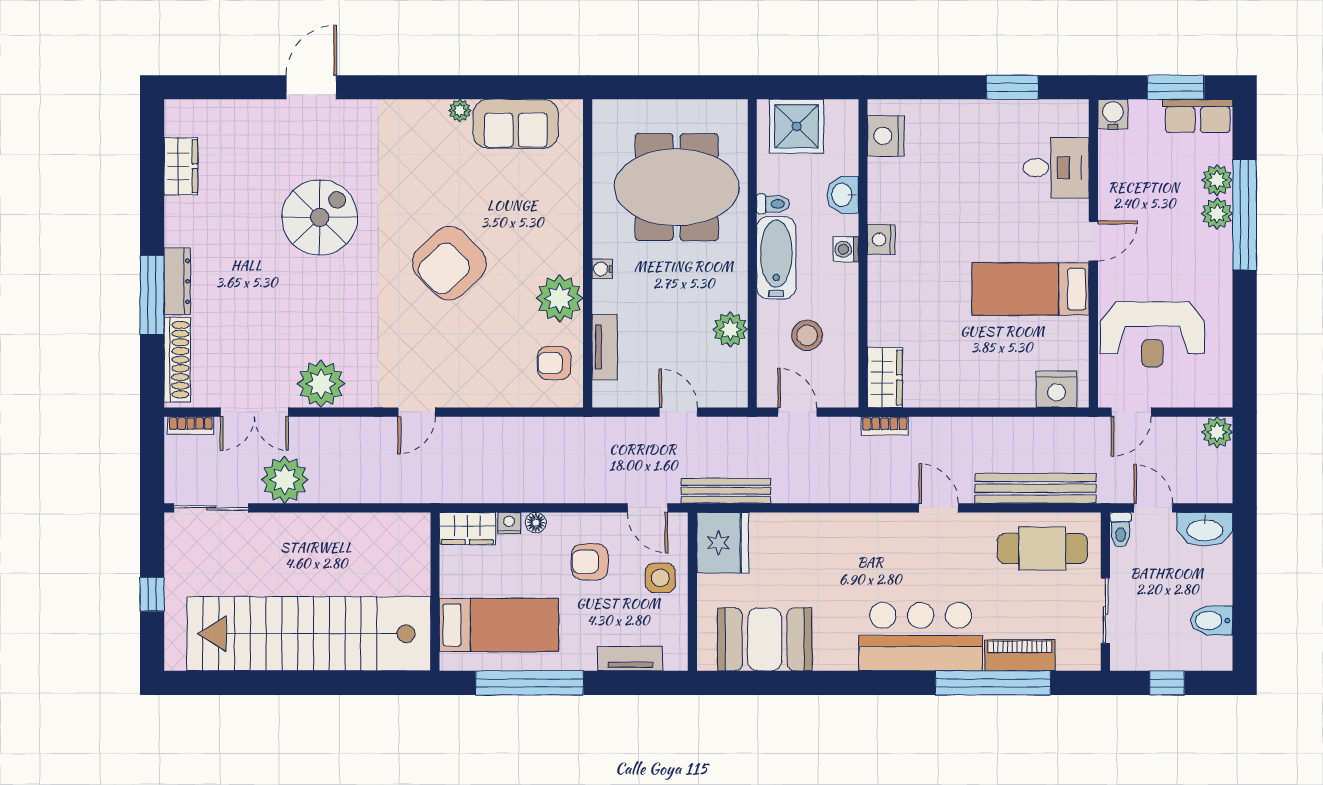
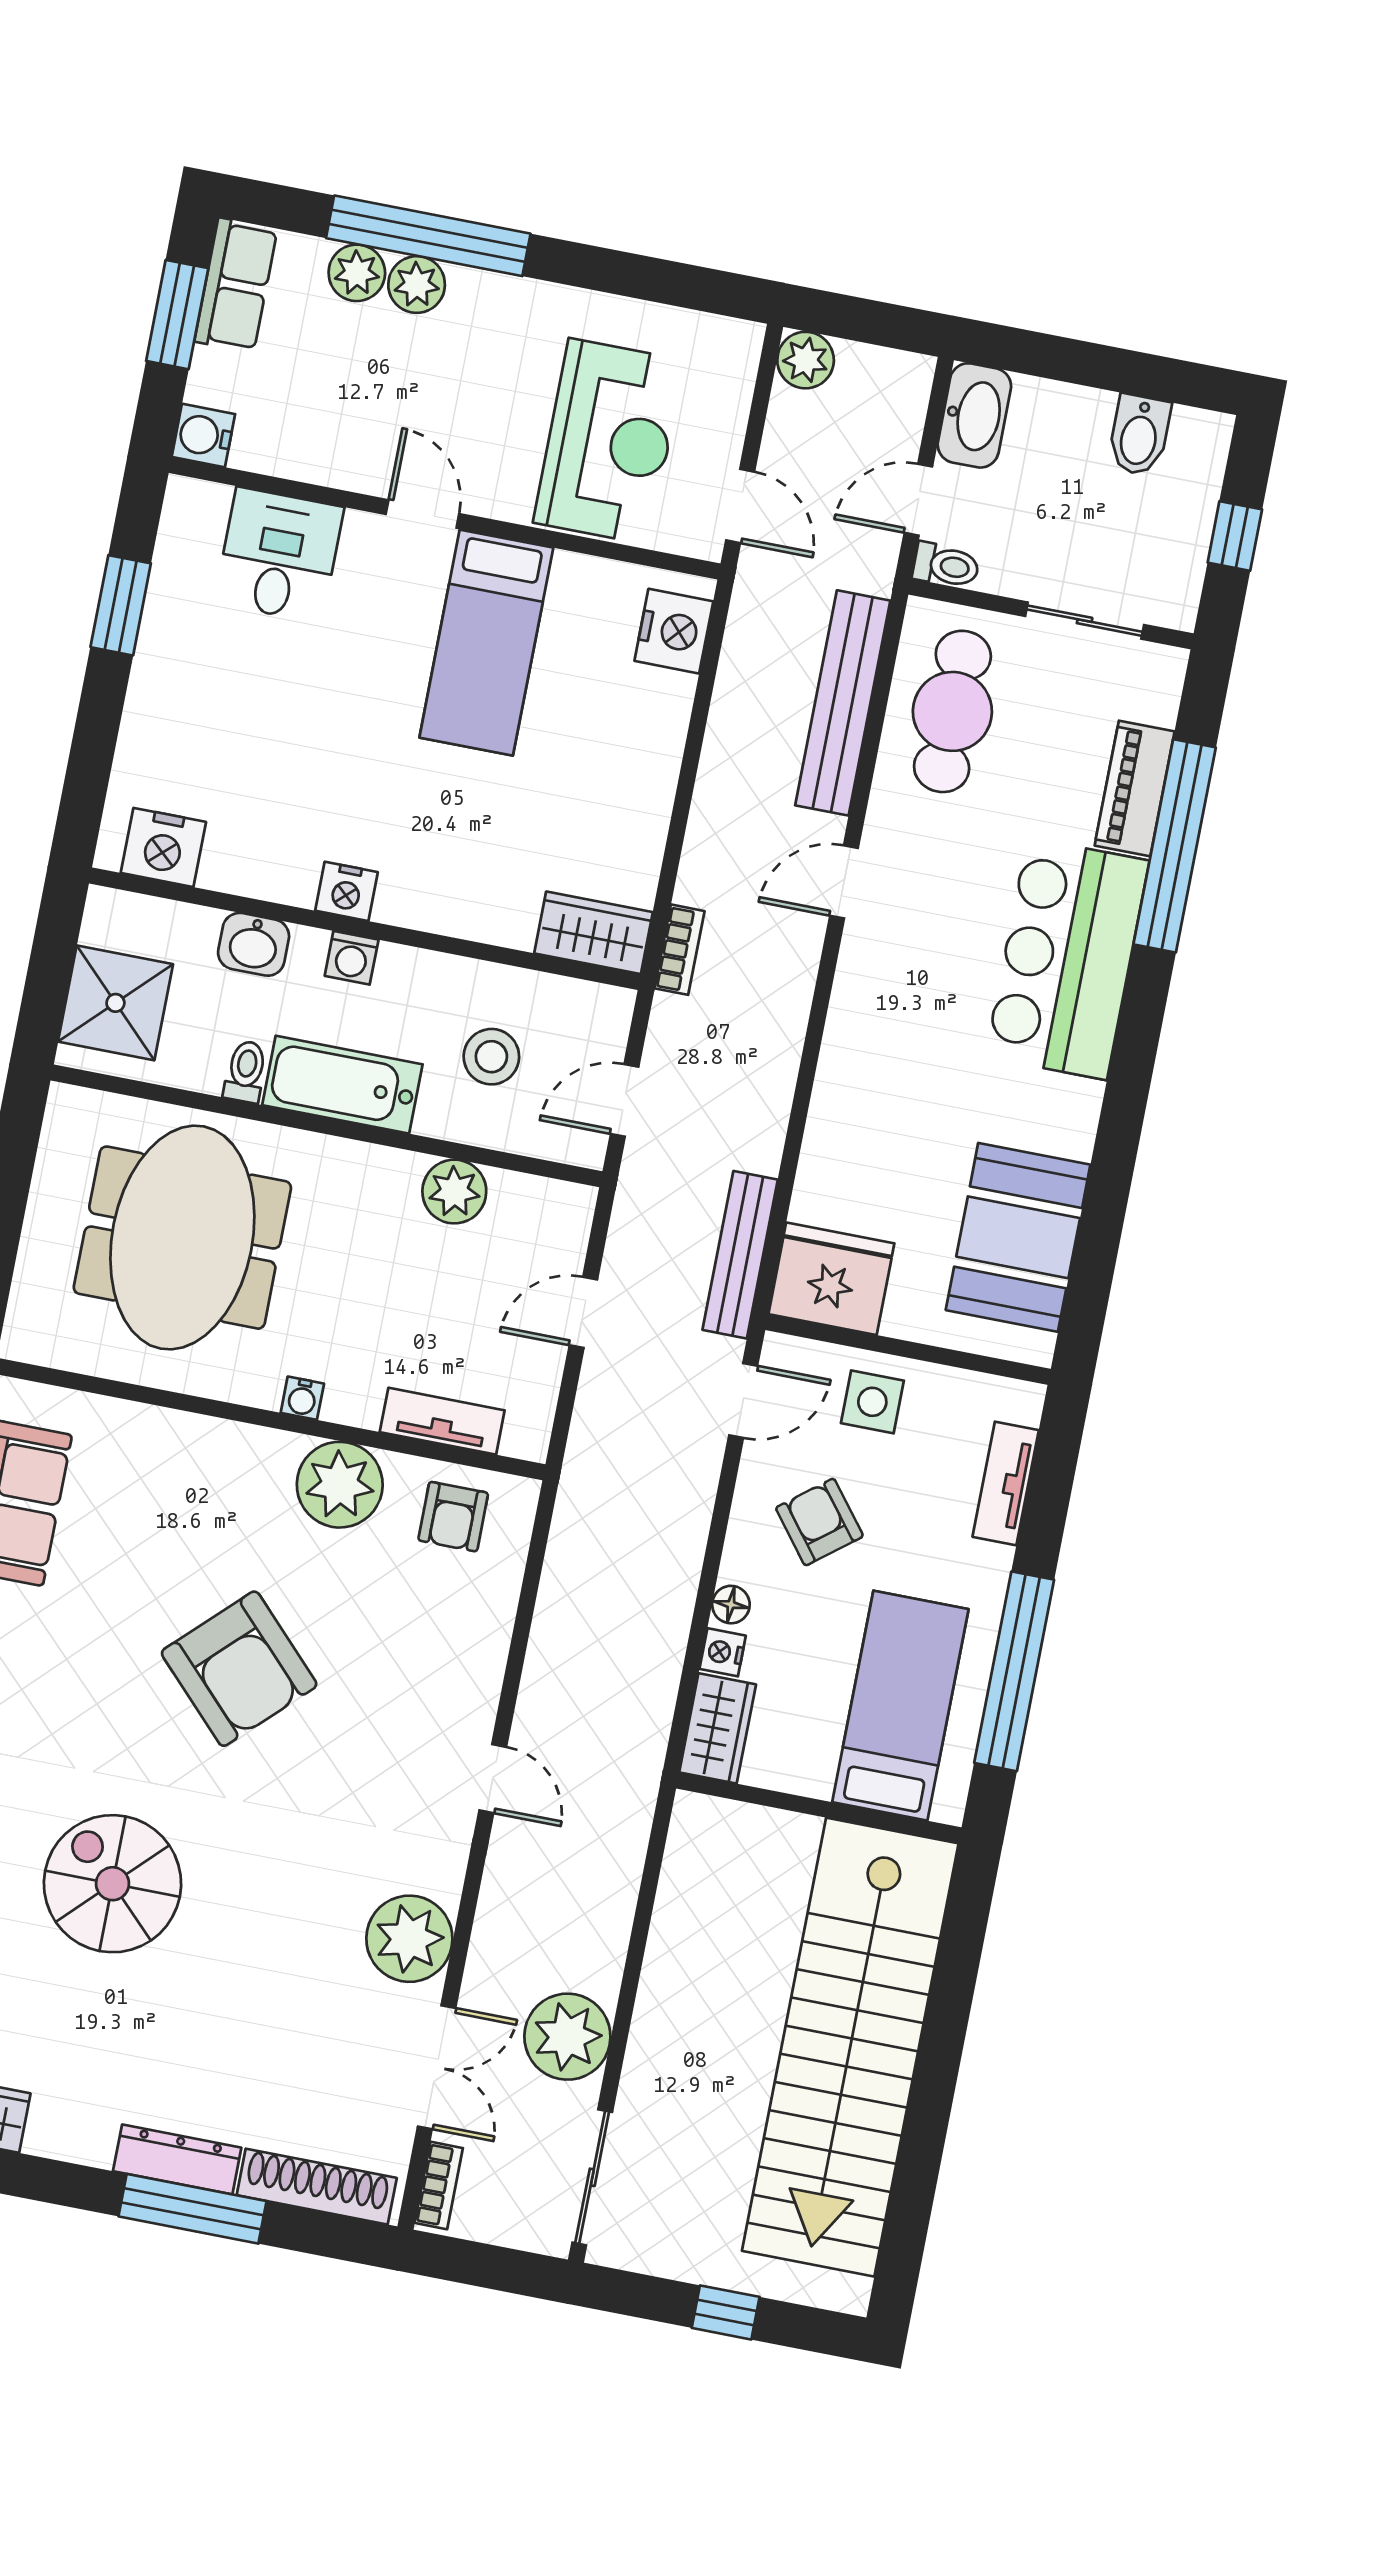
armchair: (590, 562) -> (819, 1522), turned 142

